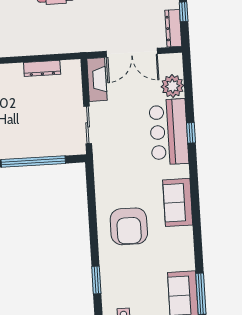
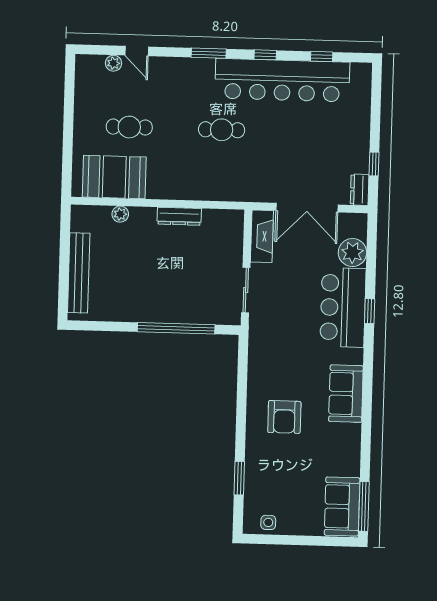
dresser: (173, 28) -> (360, 190), width x0.70
dresser: (42, 68) -> (179, 216), moved
armchair: (129, 226) -> (284, 417), width x0.73, depth x0.73

